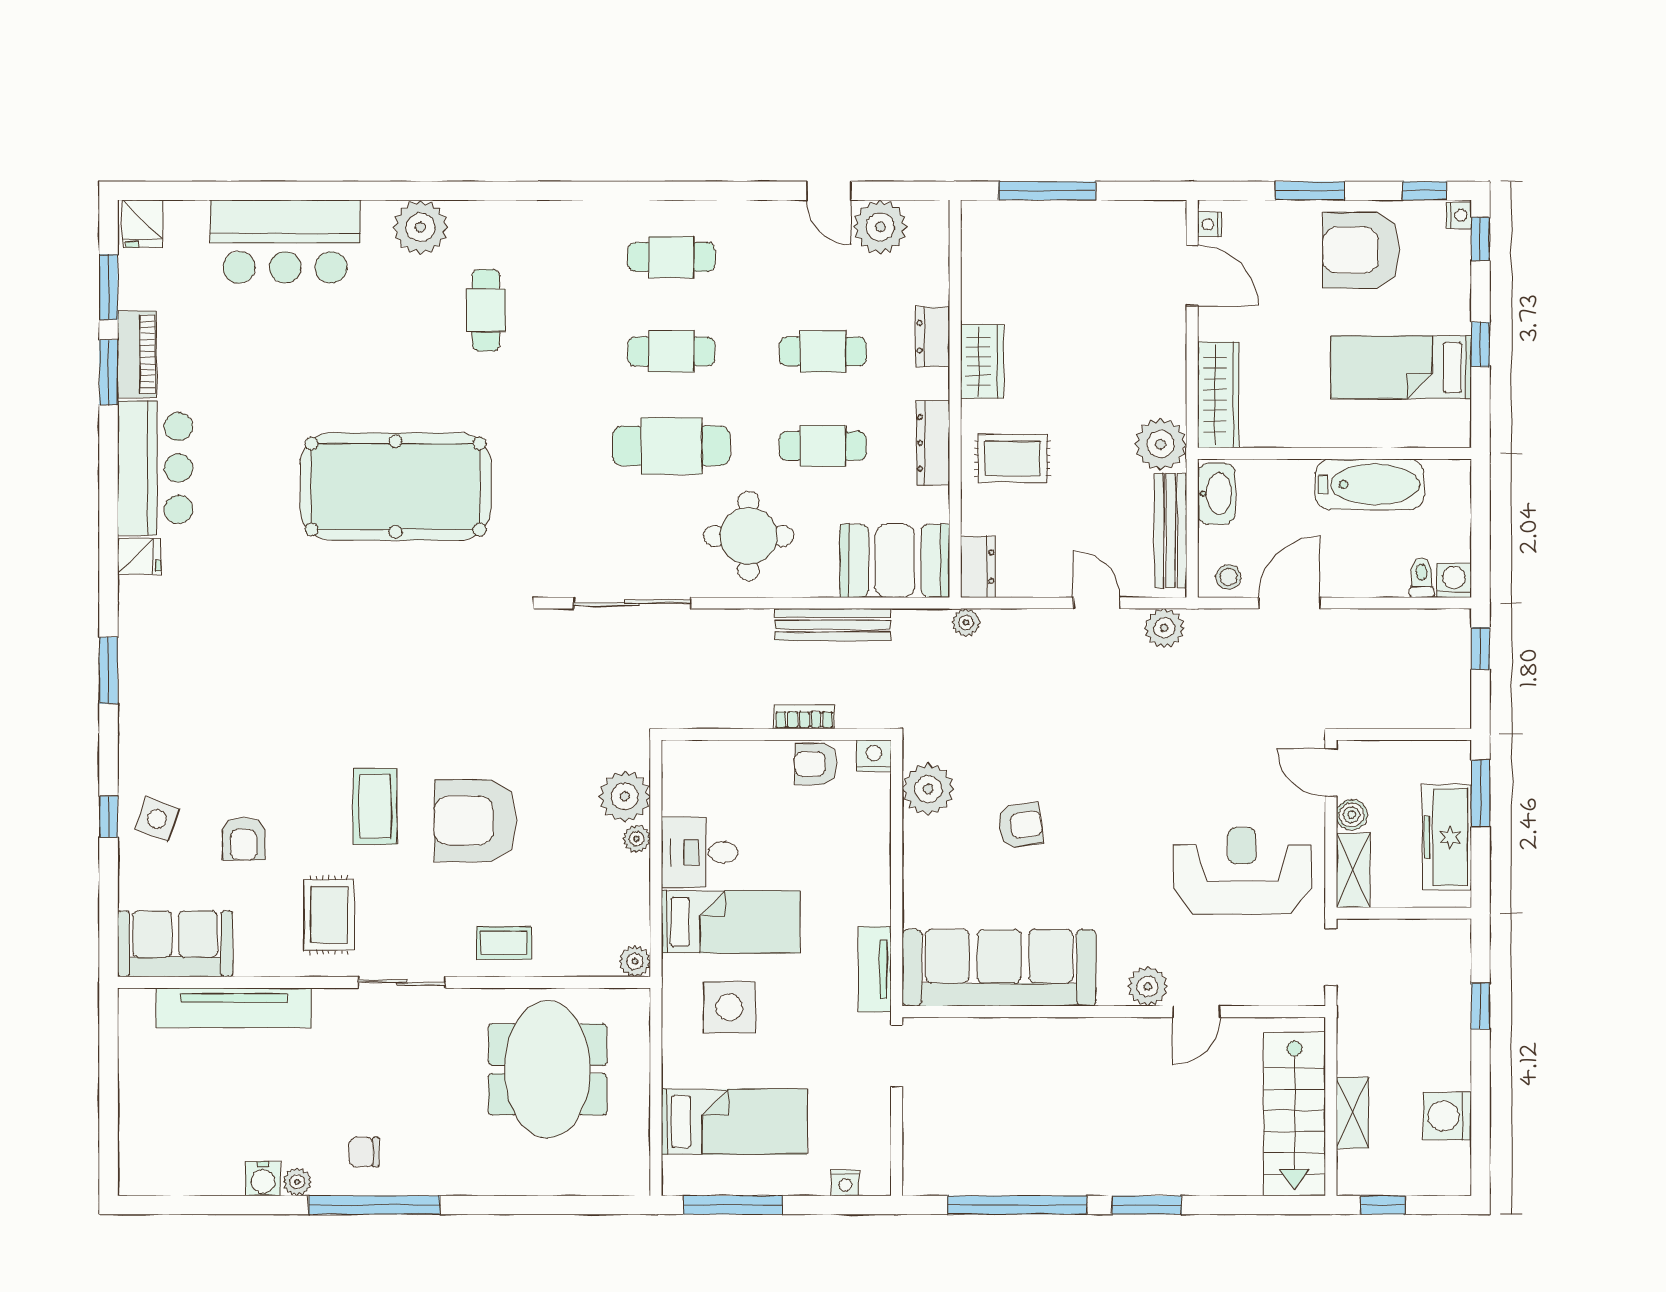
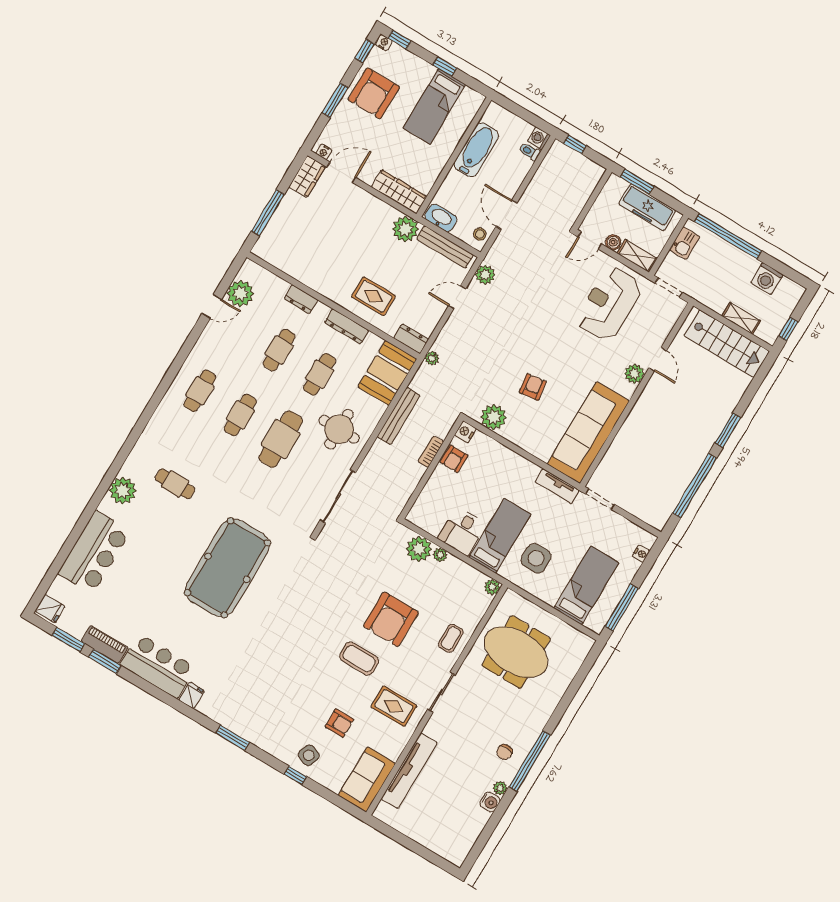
wardrobe: (982, 361) -> (307, 177), moved, turned 90
rug: (1012, 459) -> (374, 296), turned 90
kitchen sink: (1424, 938) -> (685, 243), added
window: (1480, 1006) -> (728, 236), width x3.17

